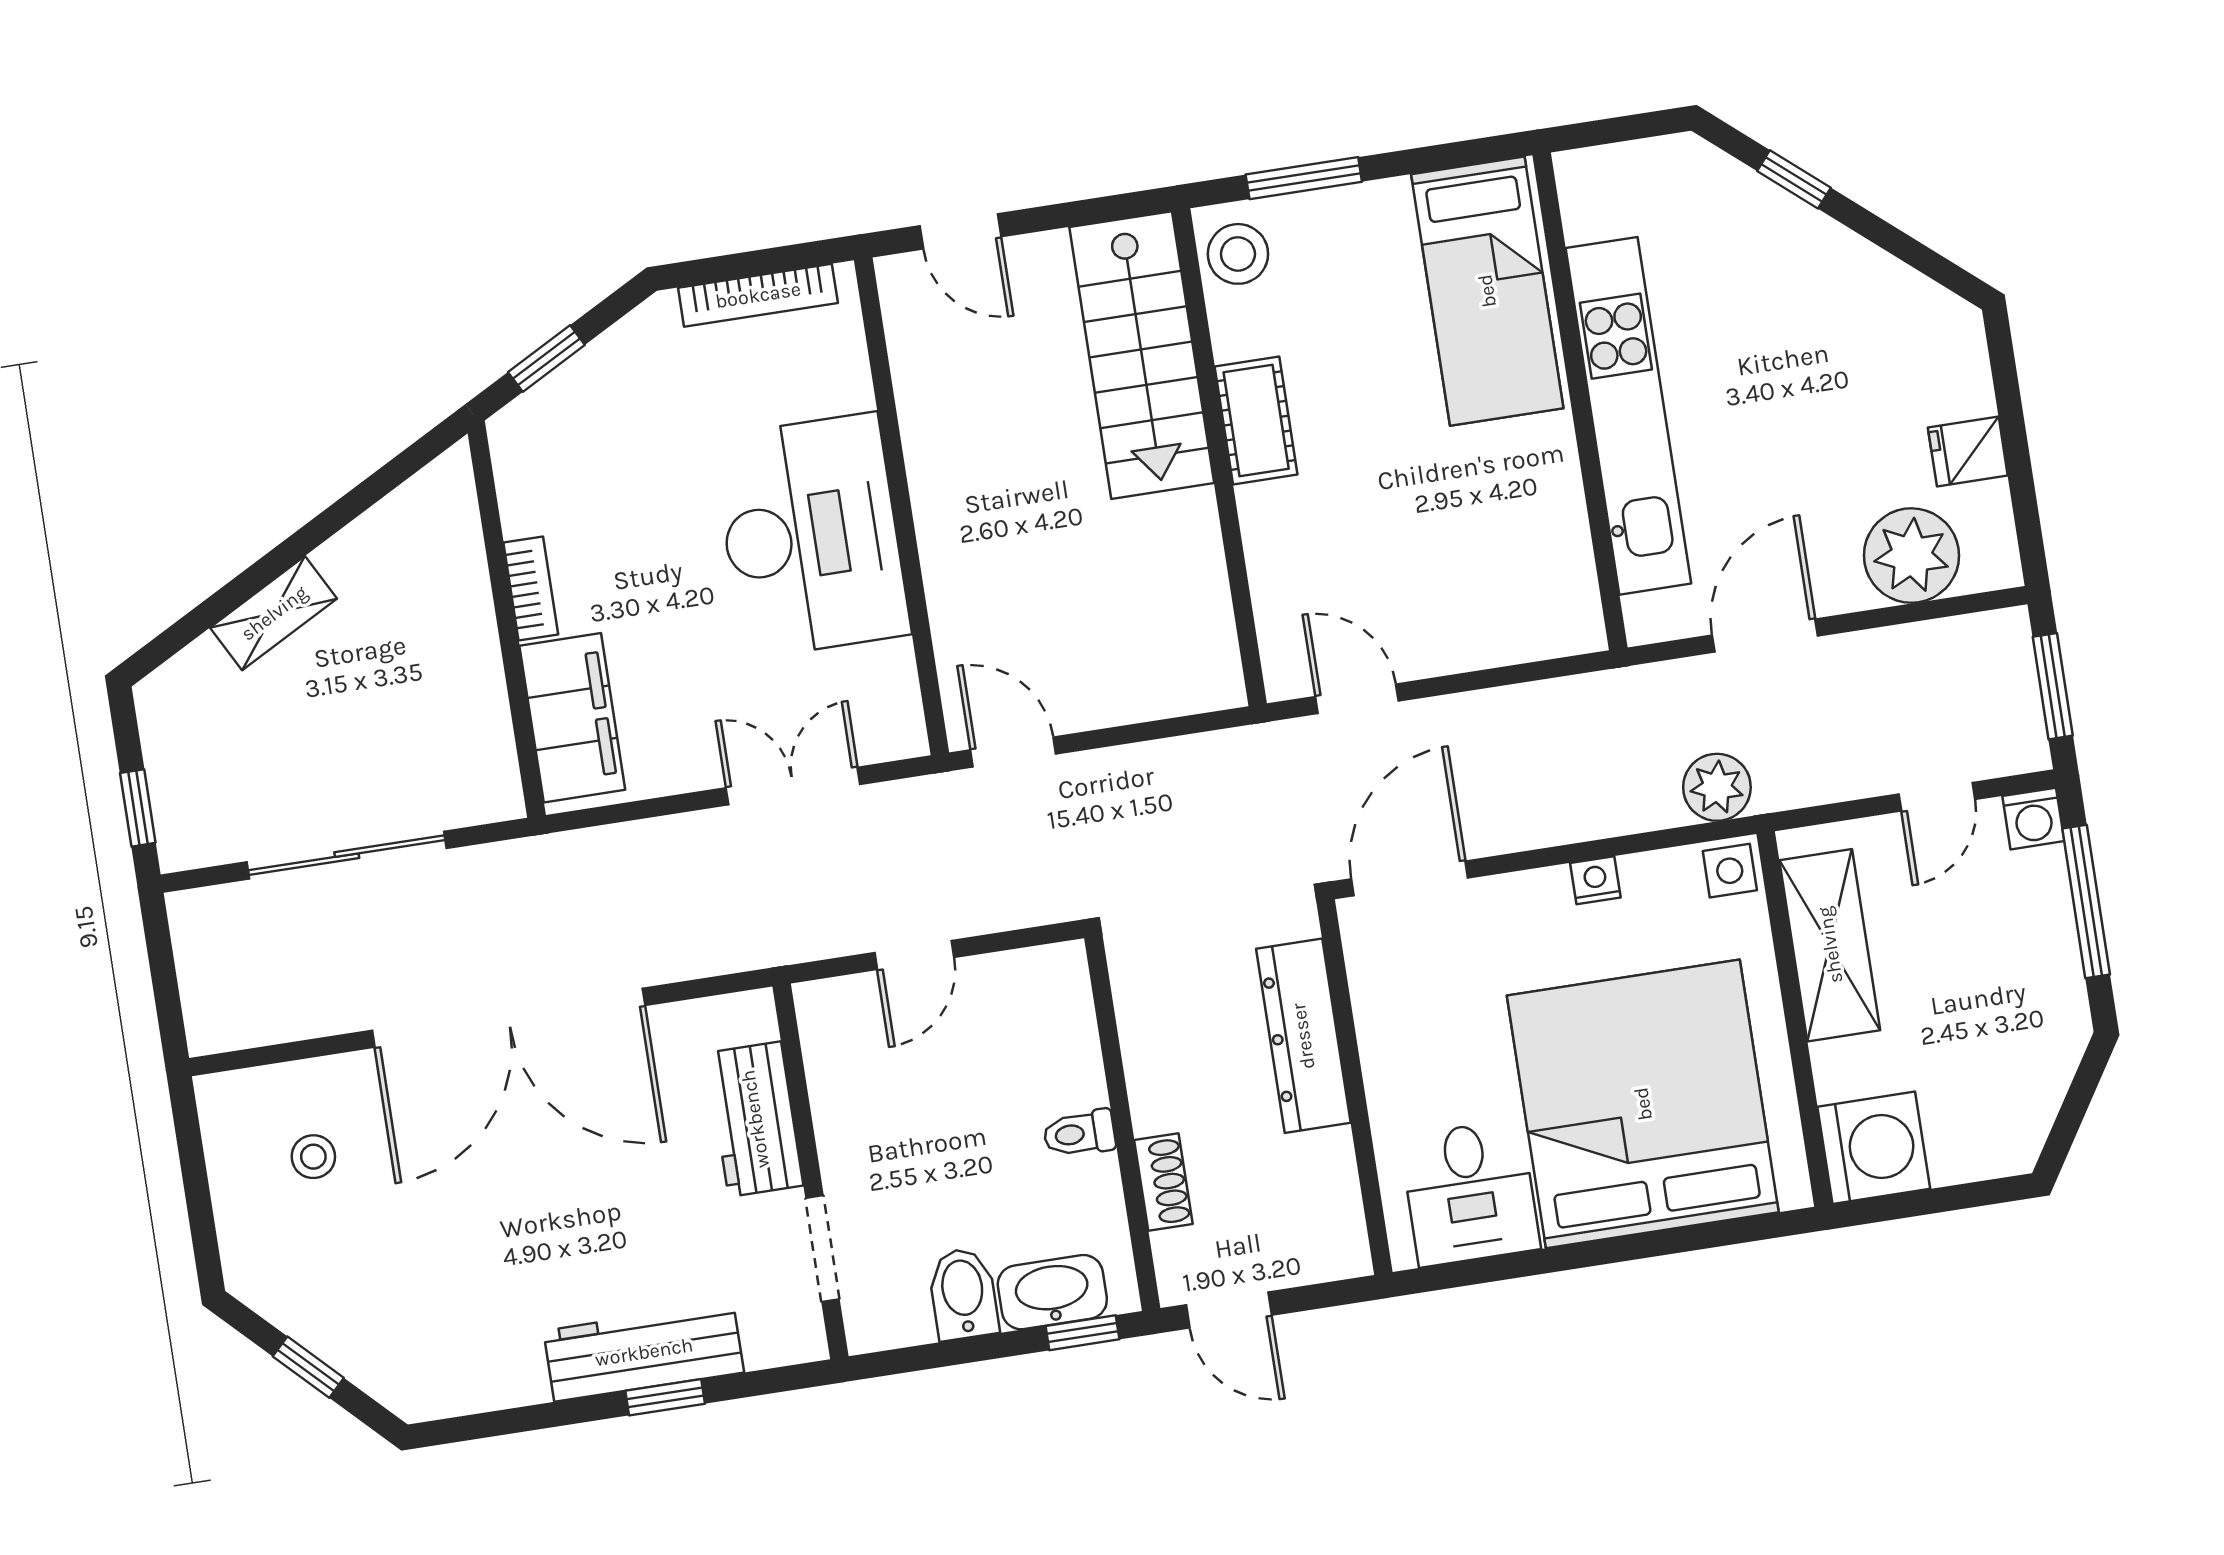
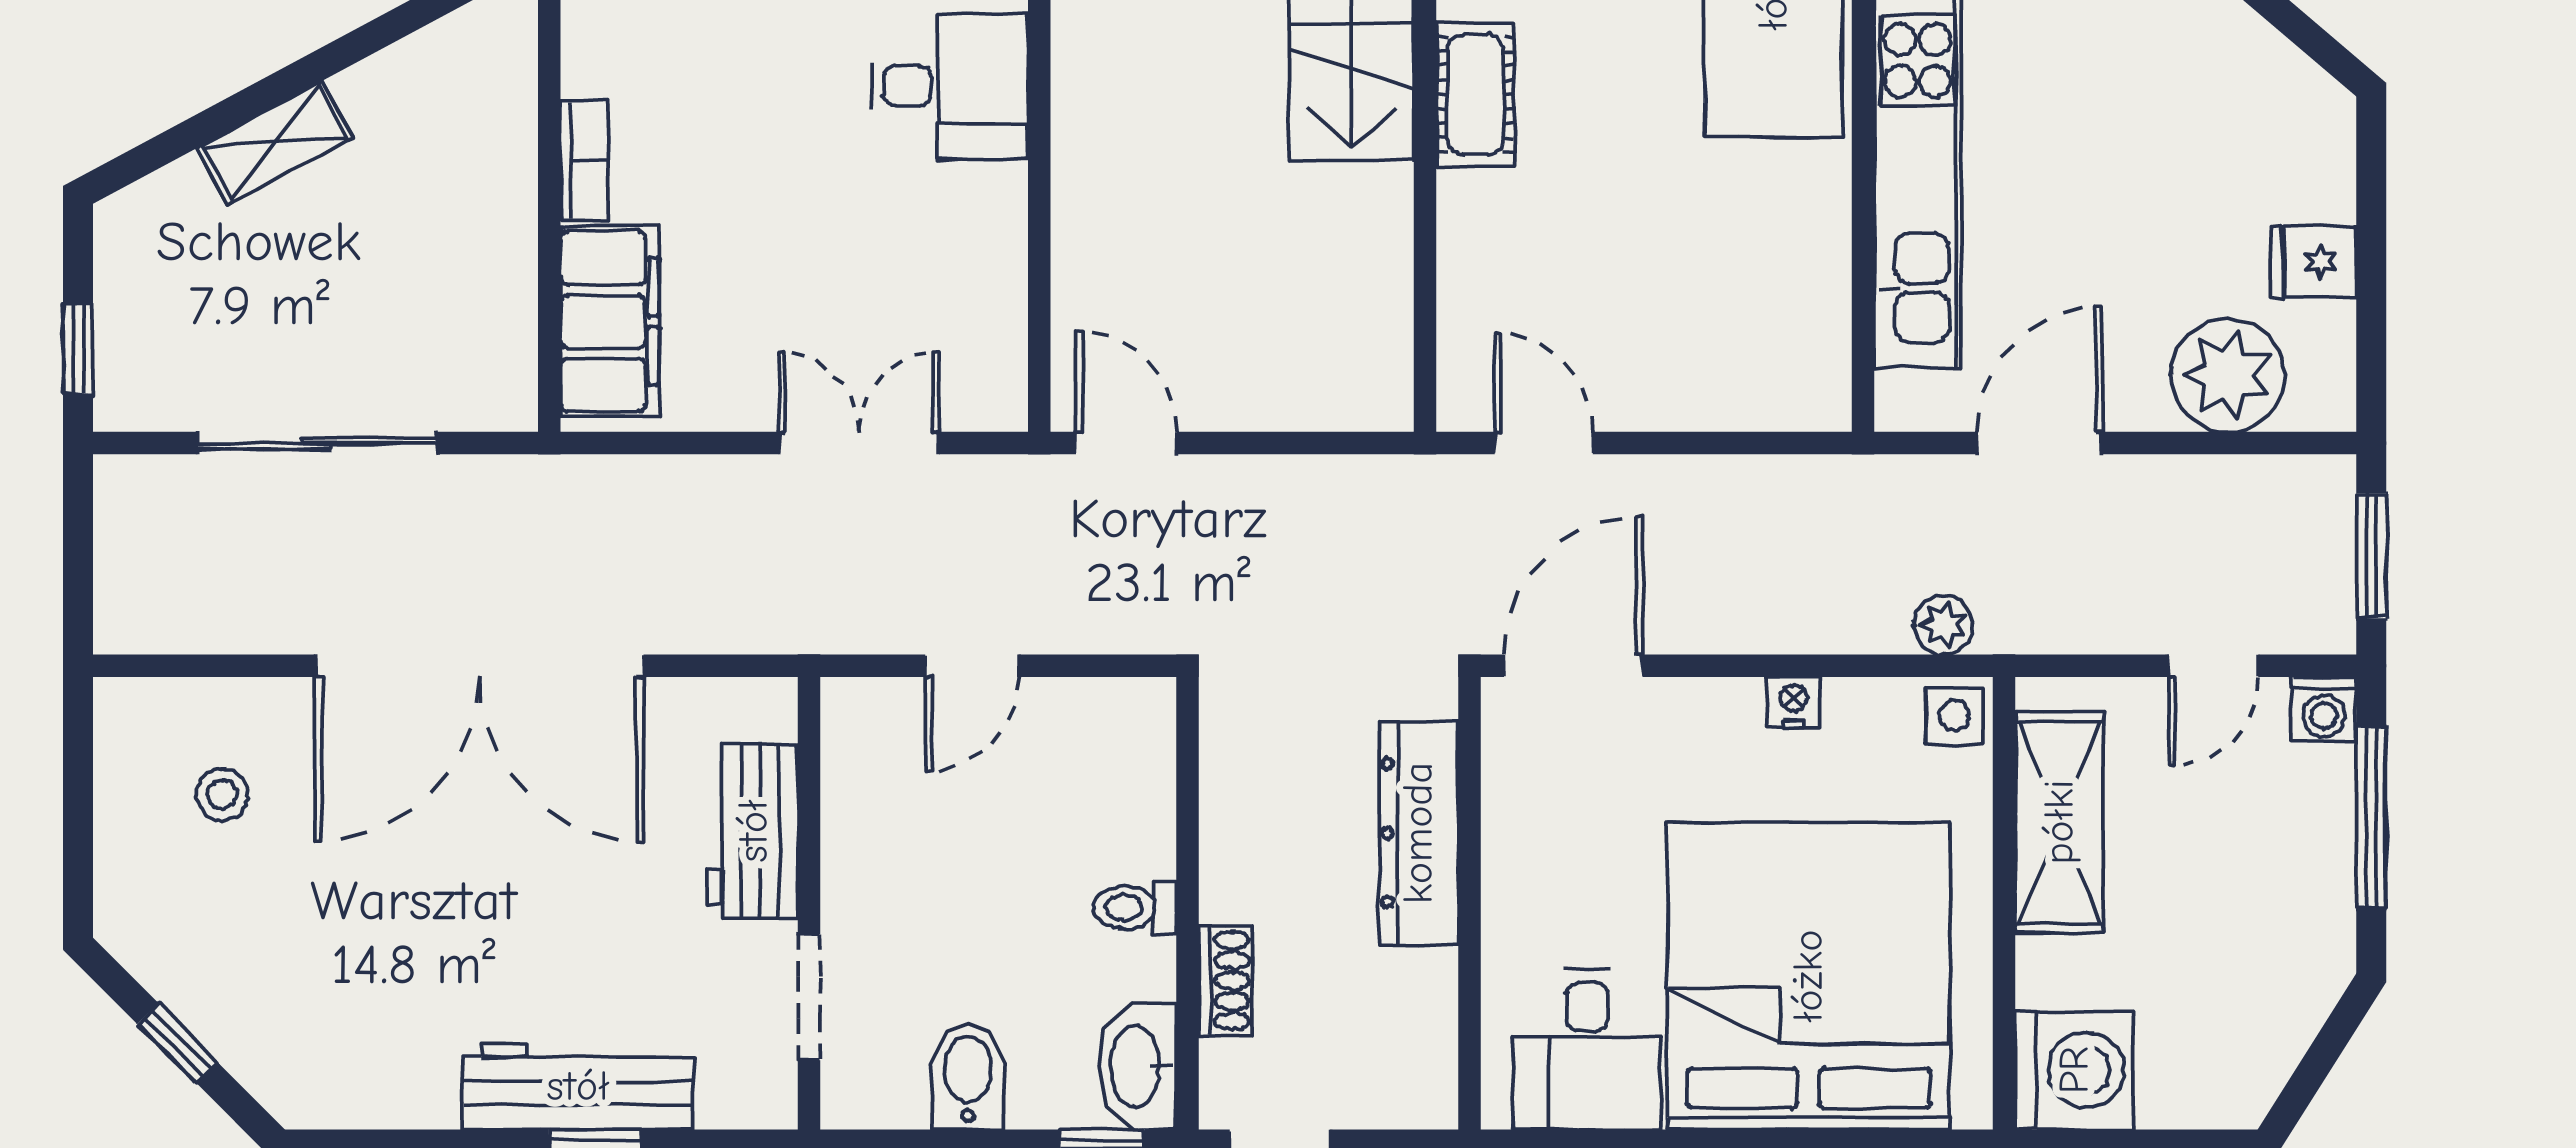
desk: (811, 536) -> (950, 86), width x0.53, depth x0.77
plant: (1717, 787) -> (1943, 625), width x0.73, depth x0.73
washbasin: (1052, 1292) -> (1138, 1066), moved, turned -90

